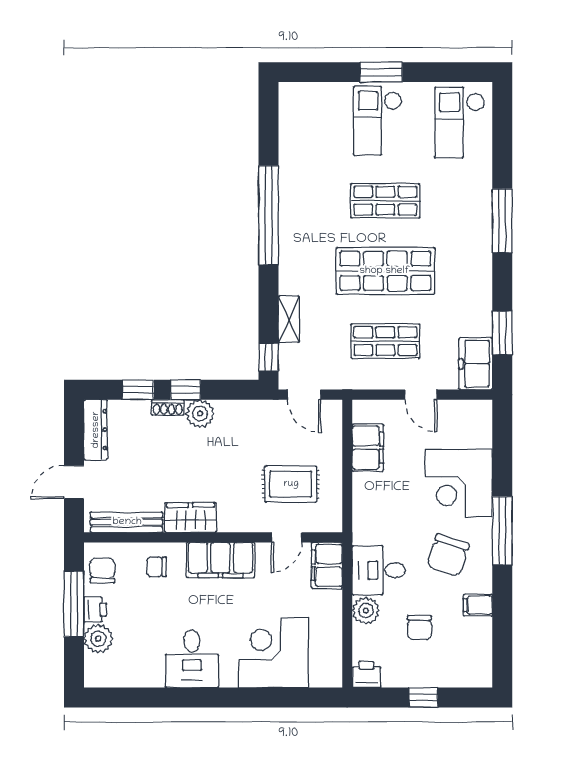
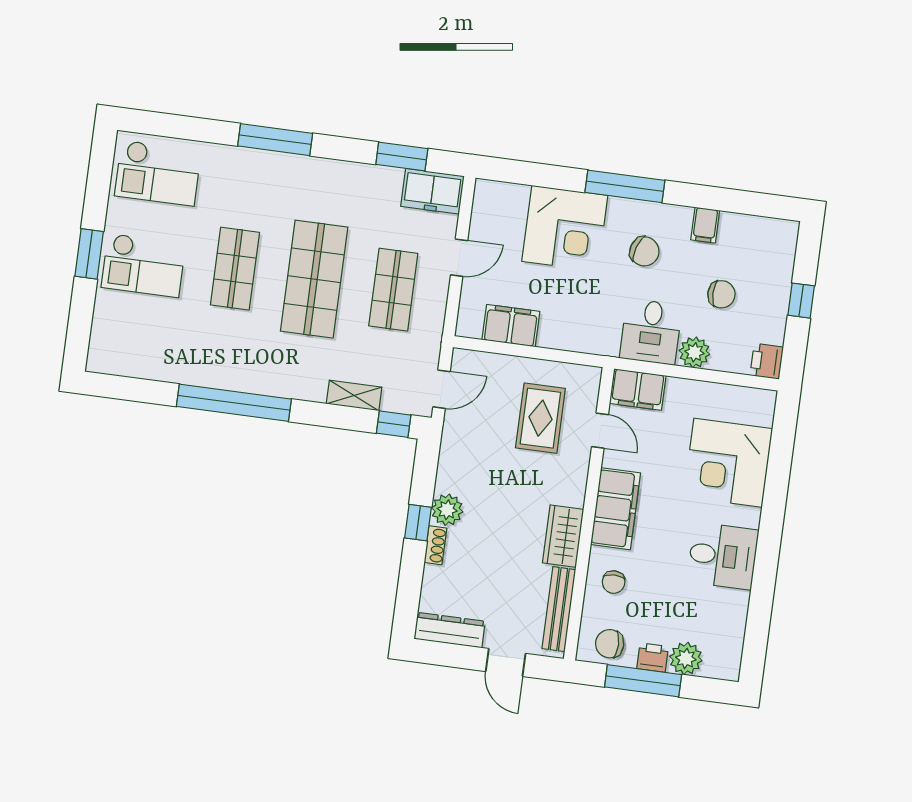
window: (138, 390) -> (411, 576), removed
chair: (448, 555) -> (644, 251), width x0.73, depth x0.73

